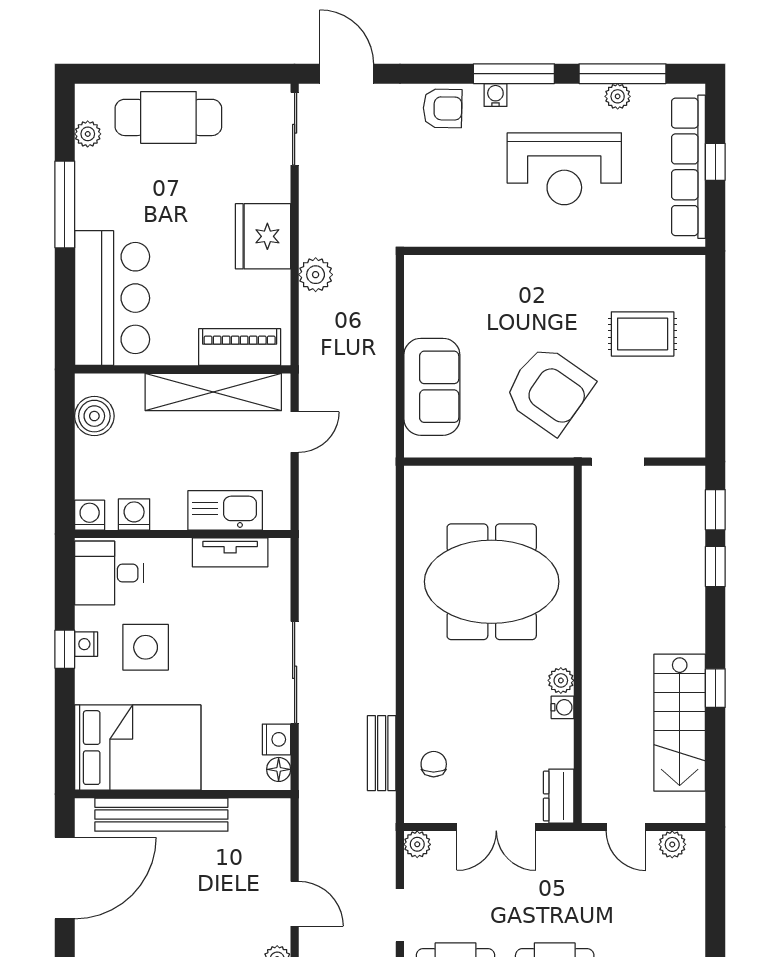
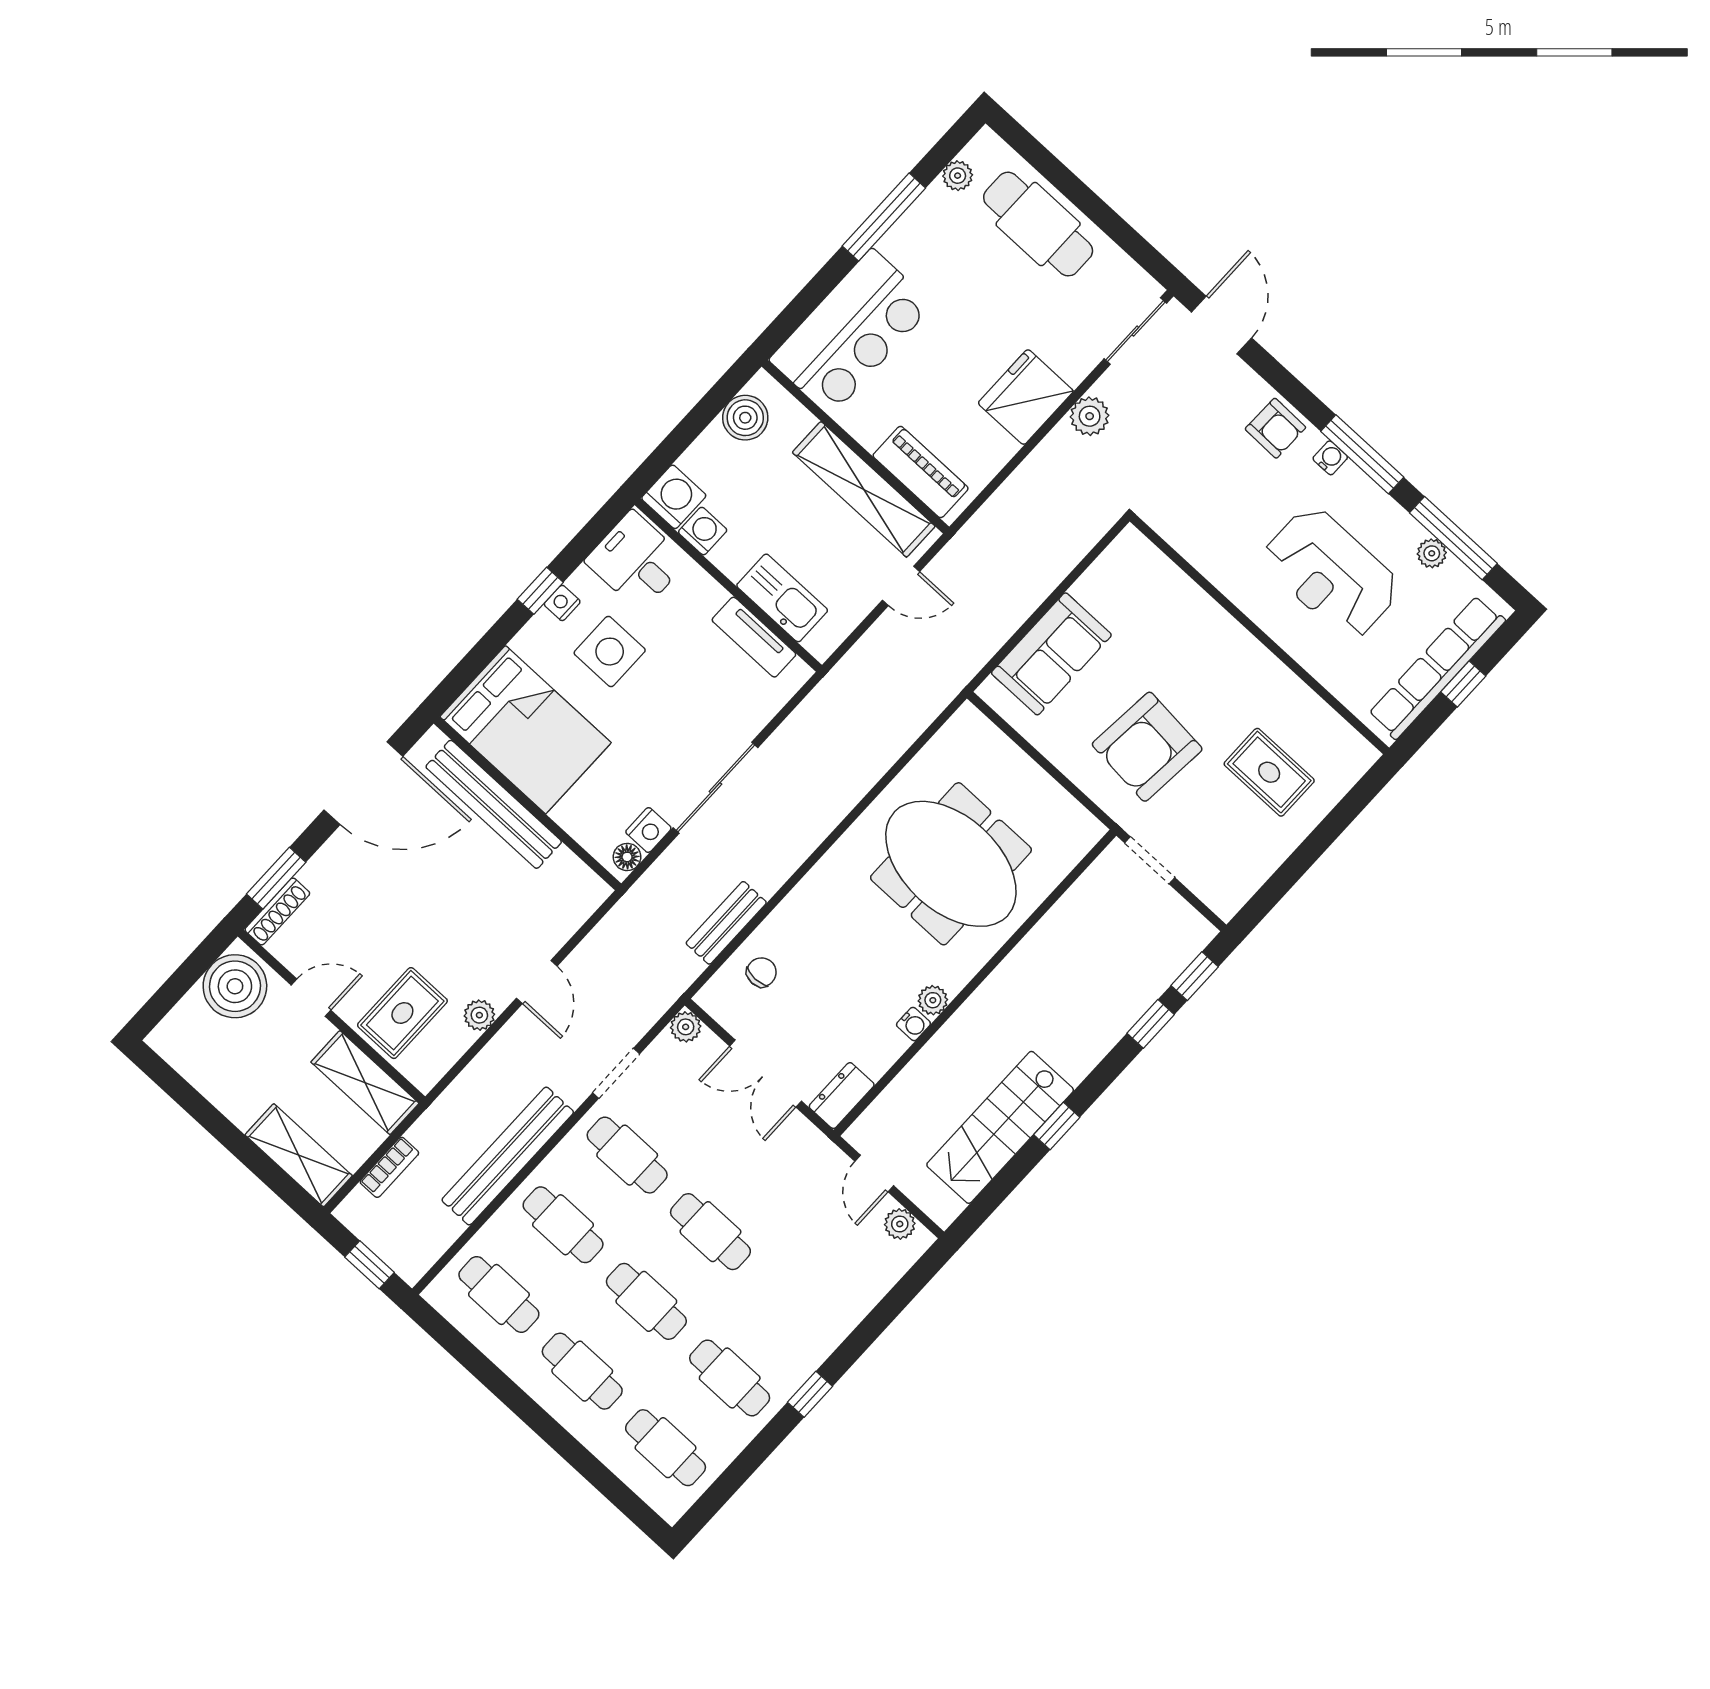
plant: (316, 275) -> (1090, 416), moved
armchair: (549, 390) -> (1147, 747), turned 60
washing machine: (90, 515) -> (674, 497), width x1.38, depth x1.38

